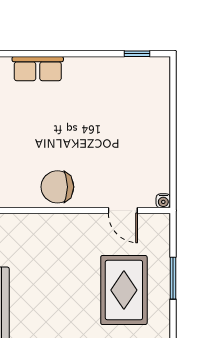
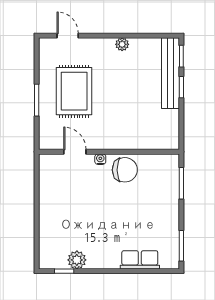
plant: (120, 69) -> (77, 260), added
water cooler: (163, 201) -> (100, 159), moved

